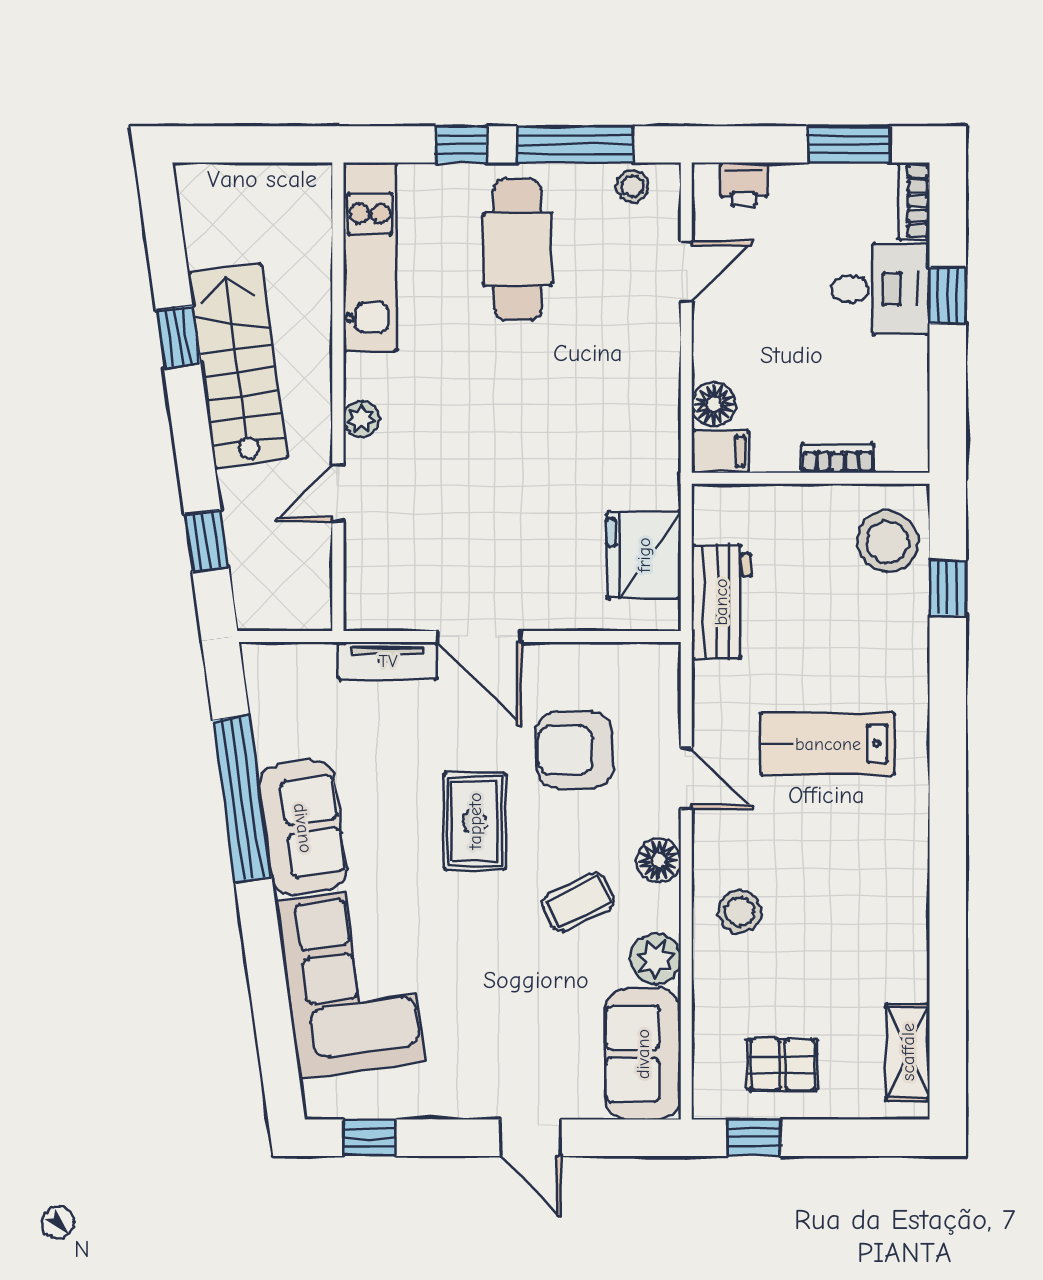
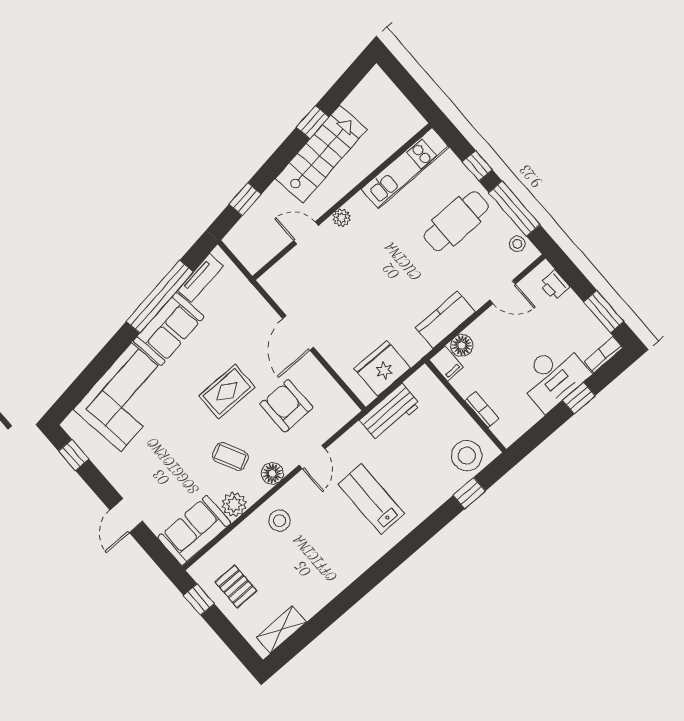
desk: (880, 289) -> (553, 376), width x1.37
kitchen counter: (653, 395) -> (445, 320), added
tv unit: (388, 661) -> (200, 278), moved, turned -98

